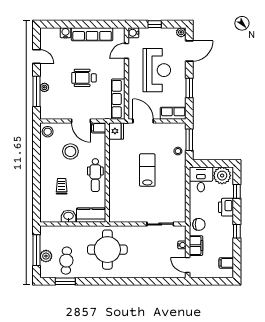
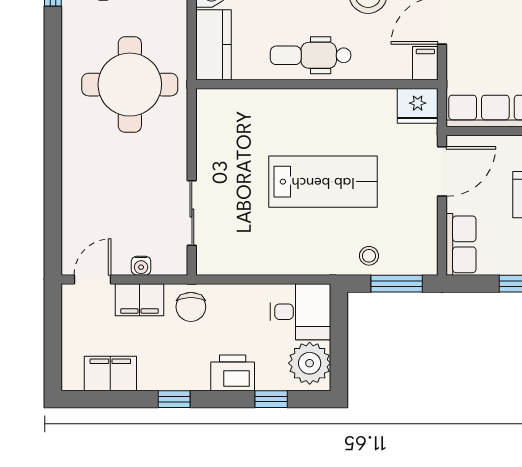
lab bench: (147, 170) -> (323, 182), width x1.36, depth x1.39
filing cabinet: (226, 263) -> (110, 373), width x2.00

